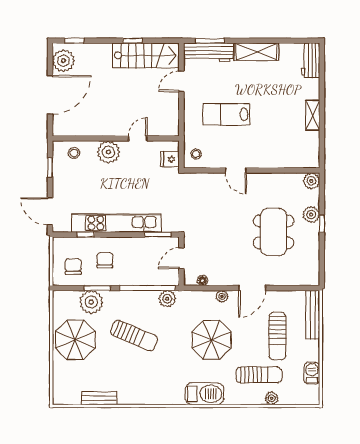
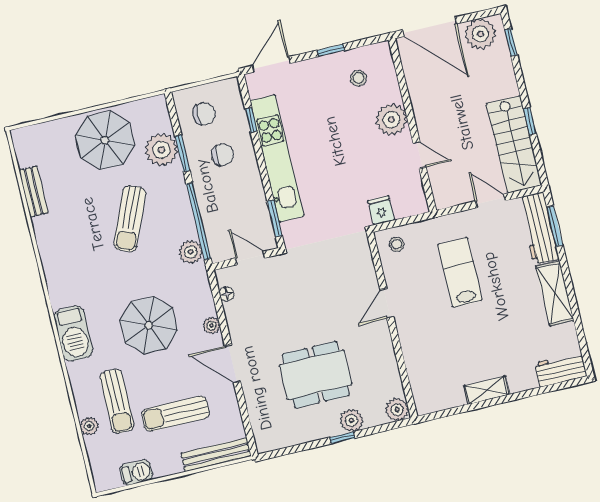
wall: (116, 138) -> (412, 125), moved
door: (138, 138) -> (420, 155), moved
plant: (108, 152) -> (391, 120), moved

